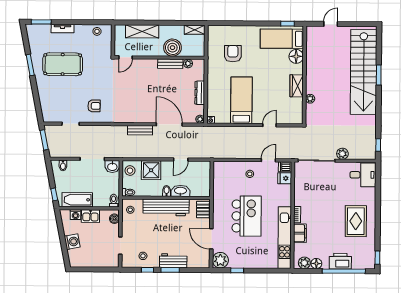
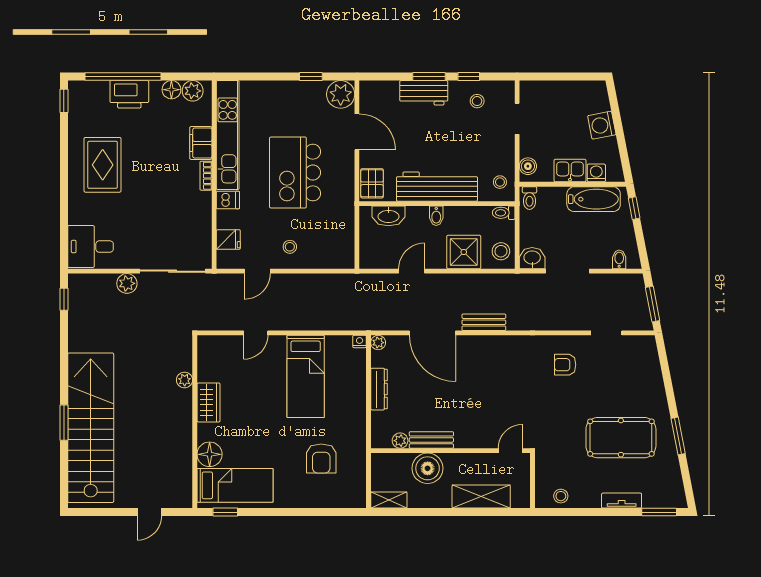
dishwasher: (285, 167) -> (228, 200), moved
washbasin: (181, 191) -> (388, 216), moved

